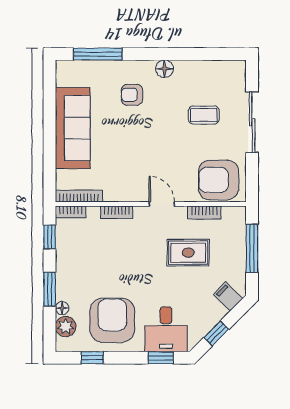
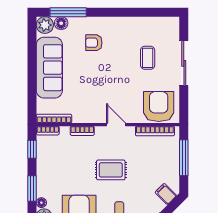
floor lamp: (165, 69) -> (61, 23), moved
plant: (67, 71) -> (45, 25), added
coffee table: (204, 115) -> (148, 58), turned 90
armchair: (218, 180) -> (159, 107), turned 90
bookcase: (204, 213) -> (155, 131), width x1.56
rug: (188, 253) -> (111, 170), moved

